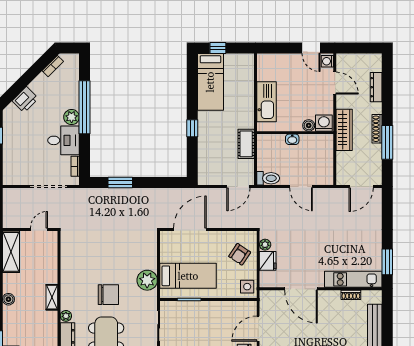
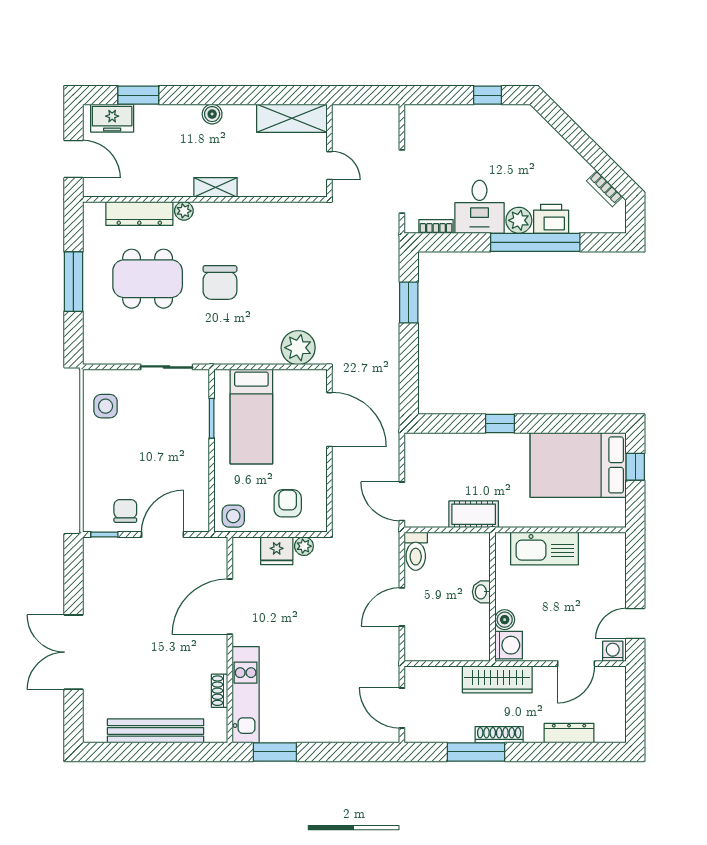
bed: (210, 82) -> (578, 465), width x1.50
printer: (25, 100) -> (551, 219), moved, turned 135
armchair: (240, 254) -> (288, 503), turned 56
plant: (147, 280) -> (298, 348), moved
door: (258, 329) -> (163, 535), hinge flipped

